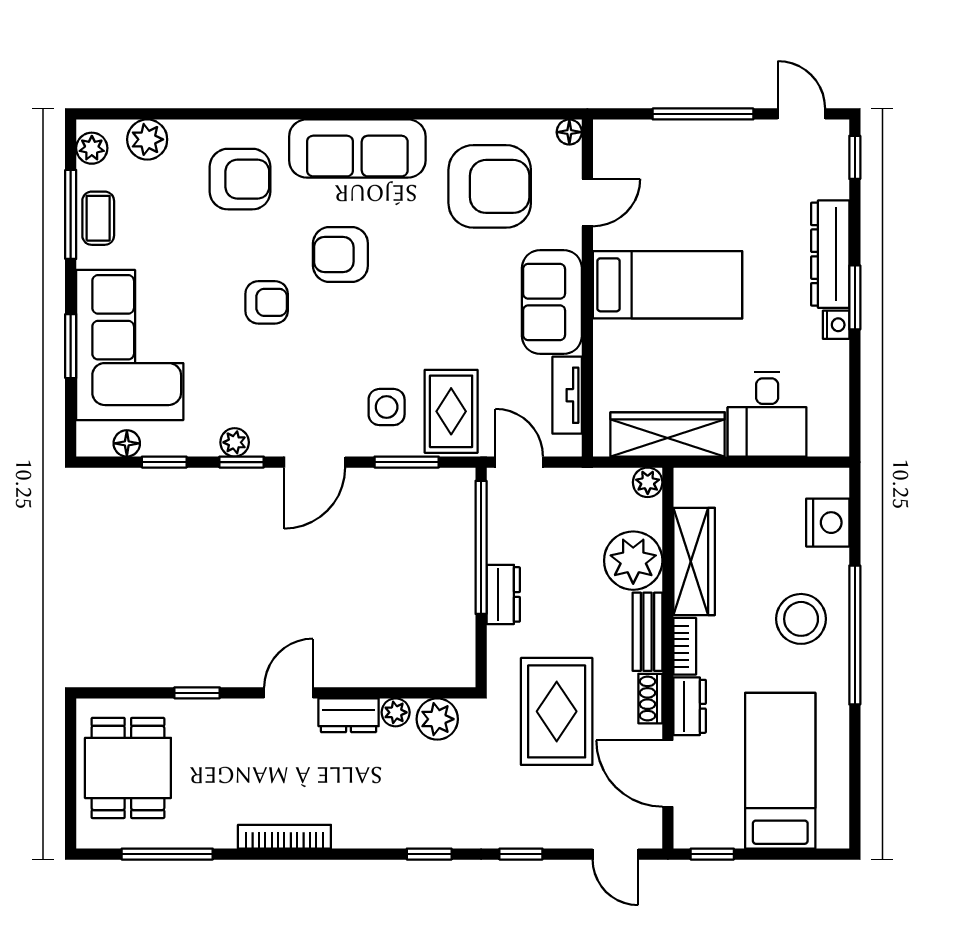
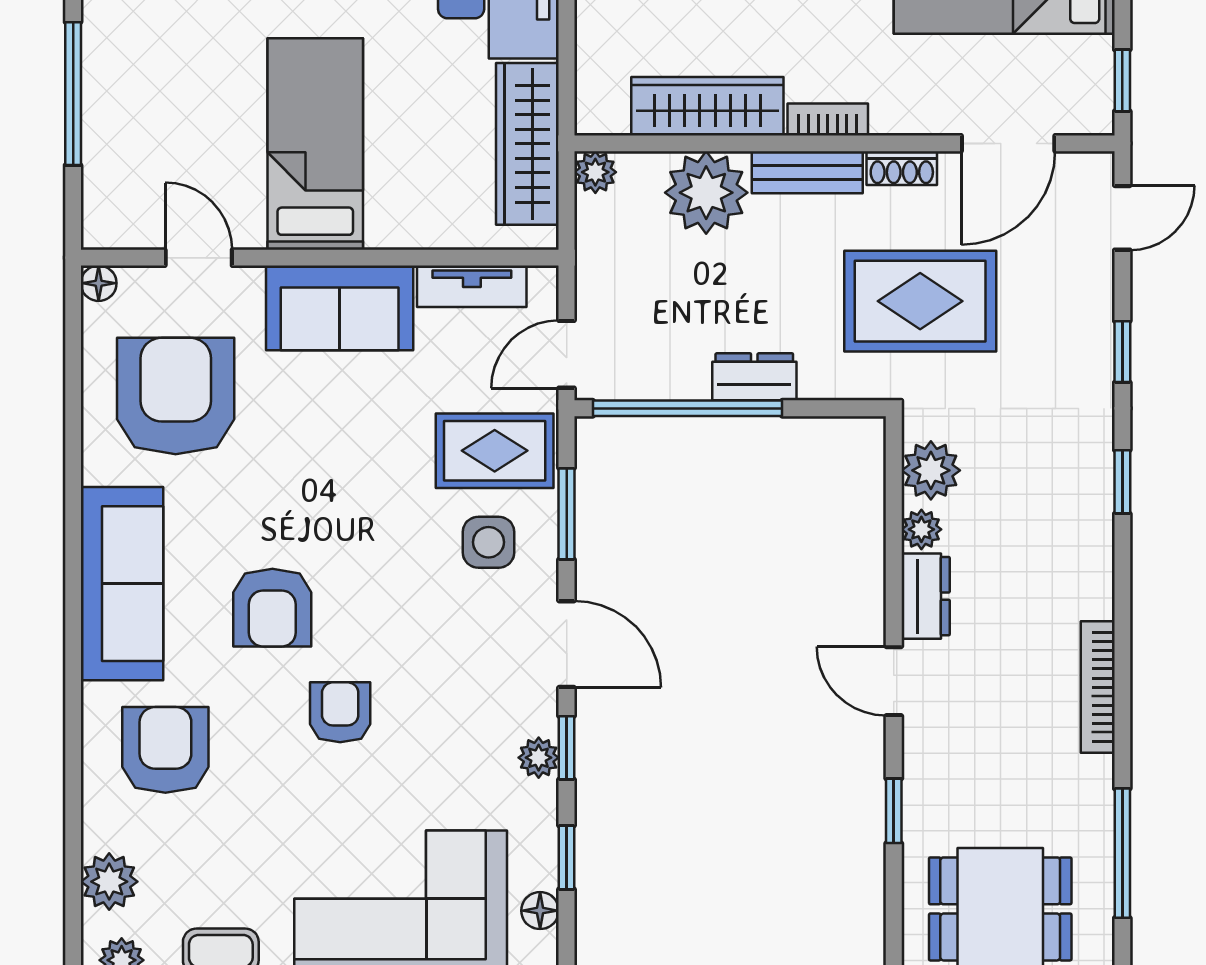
dresser: (690, 706) -> (913, 113), removed

